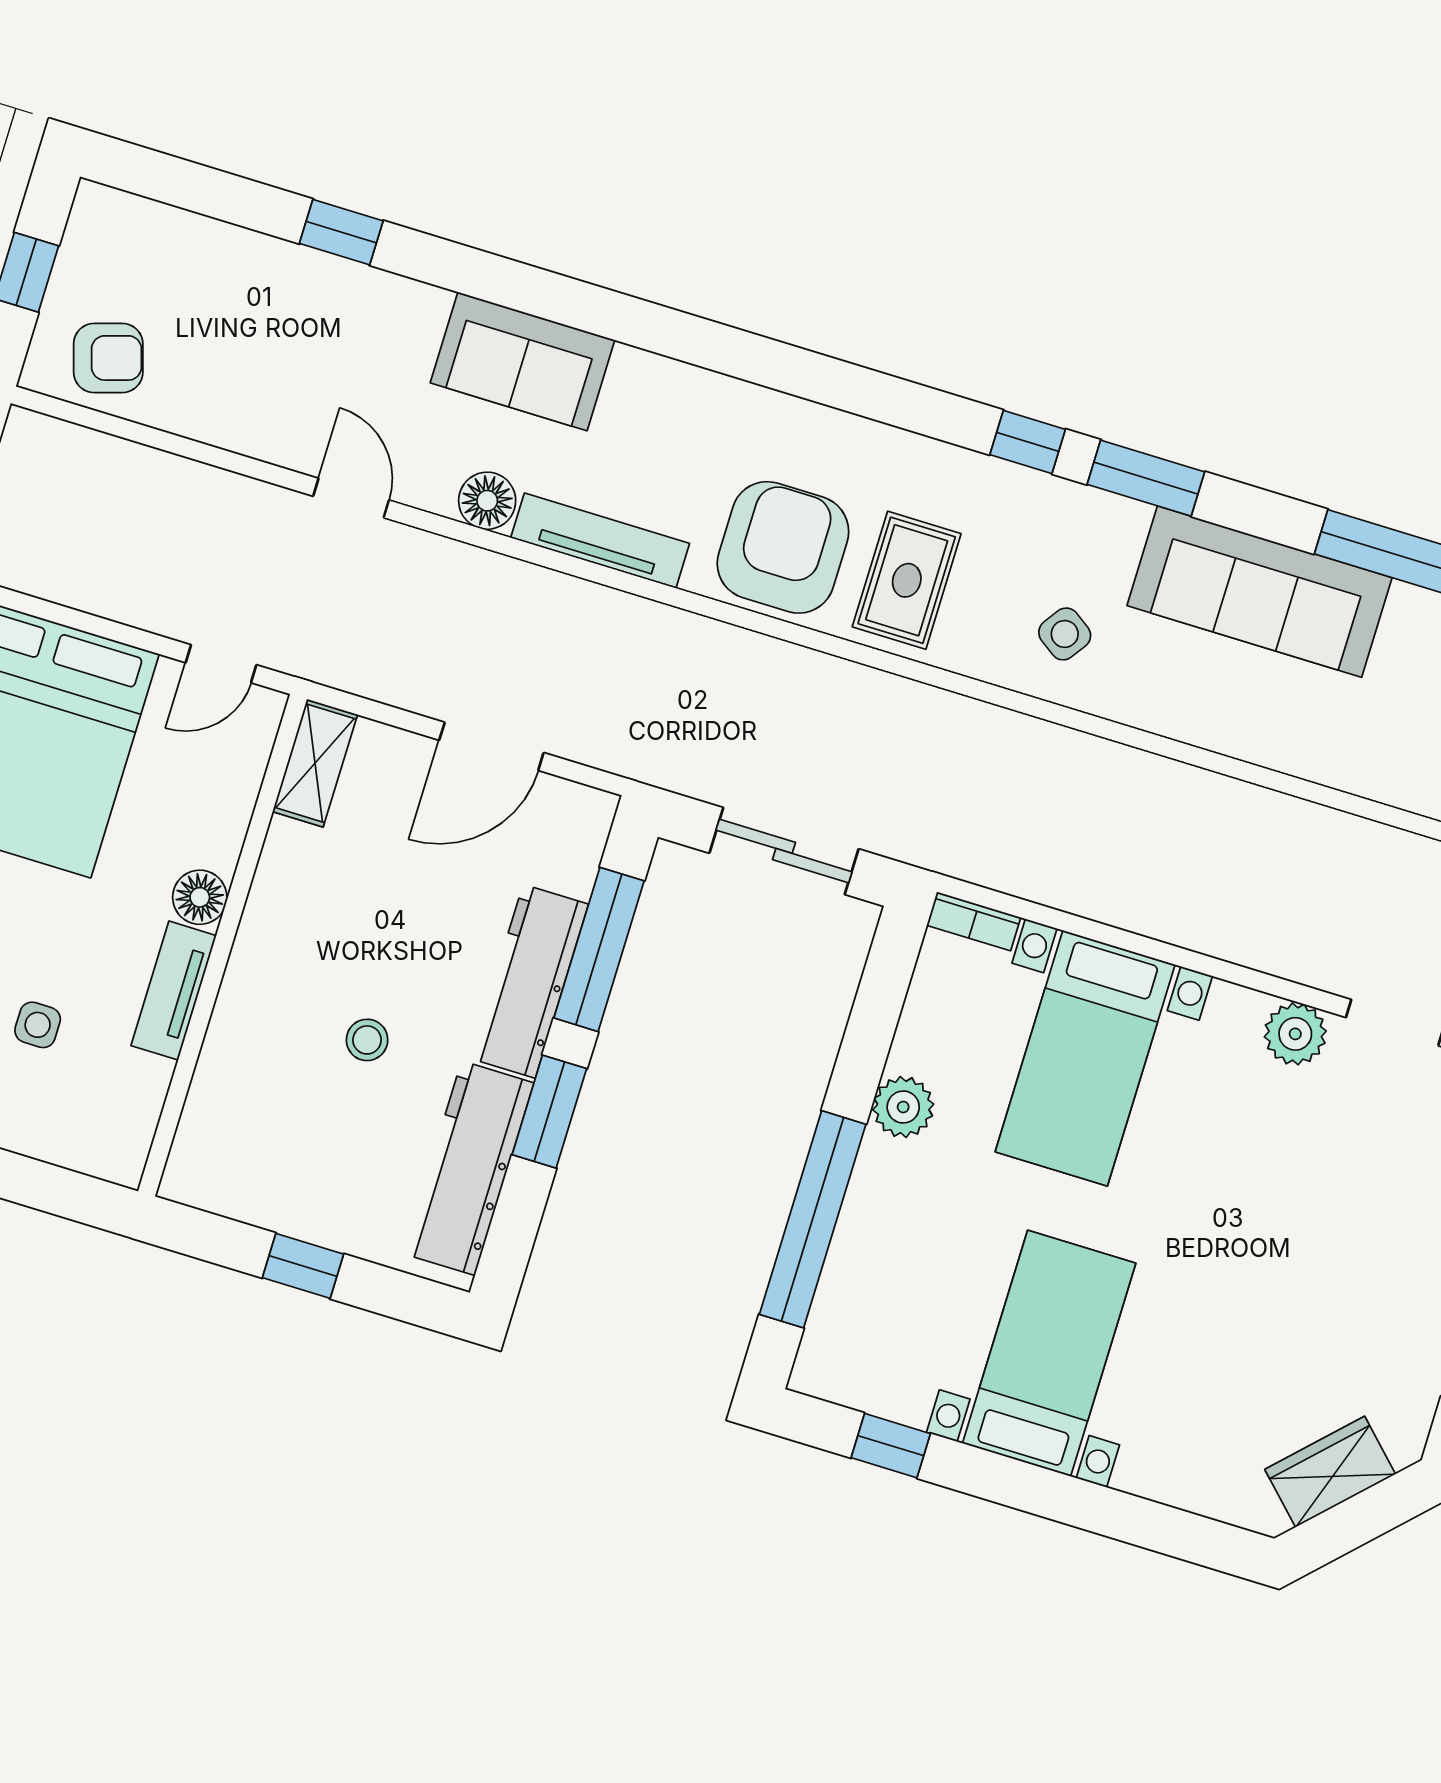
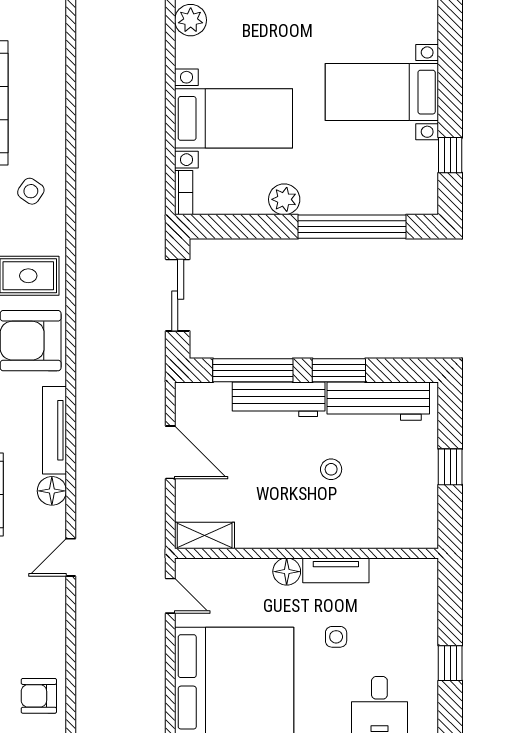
armchair: (108, 358) -> (39, 696), turned -73
side table: (38, 1025) -> (336, 637), moved

